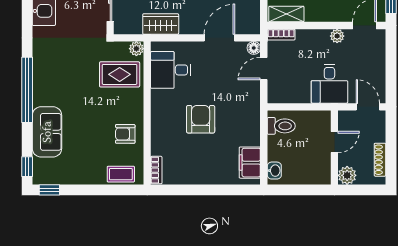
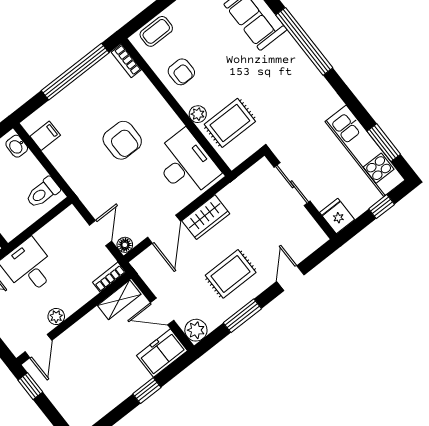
wardrobe: (161, 24) -> (206, 217), moved
plant: (136, 49) -> (198, 114), moved
desk: (171, 70) -> (186, 164), width x1.37
armchair: (125, 134) -> (181, 72), turned 90
filing cabinet: (250, 163) -> (45, 136), width x0.50
window: (196, 190) -> (75, 72), added

